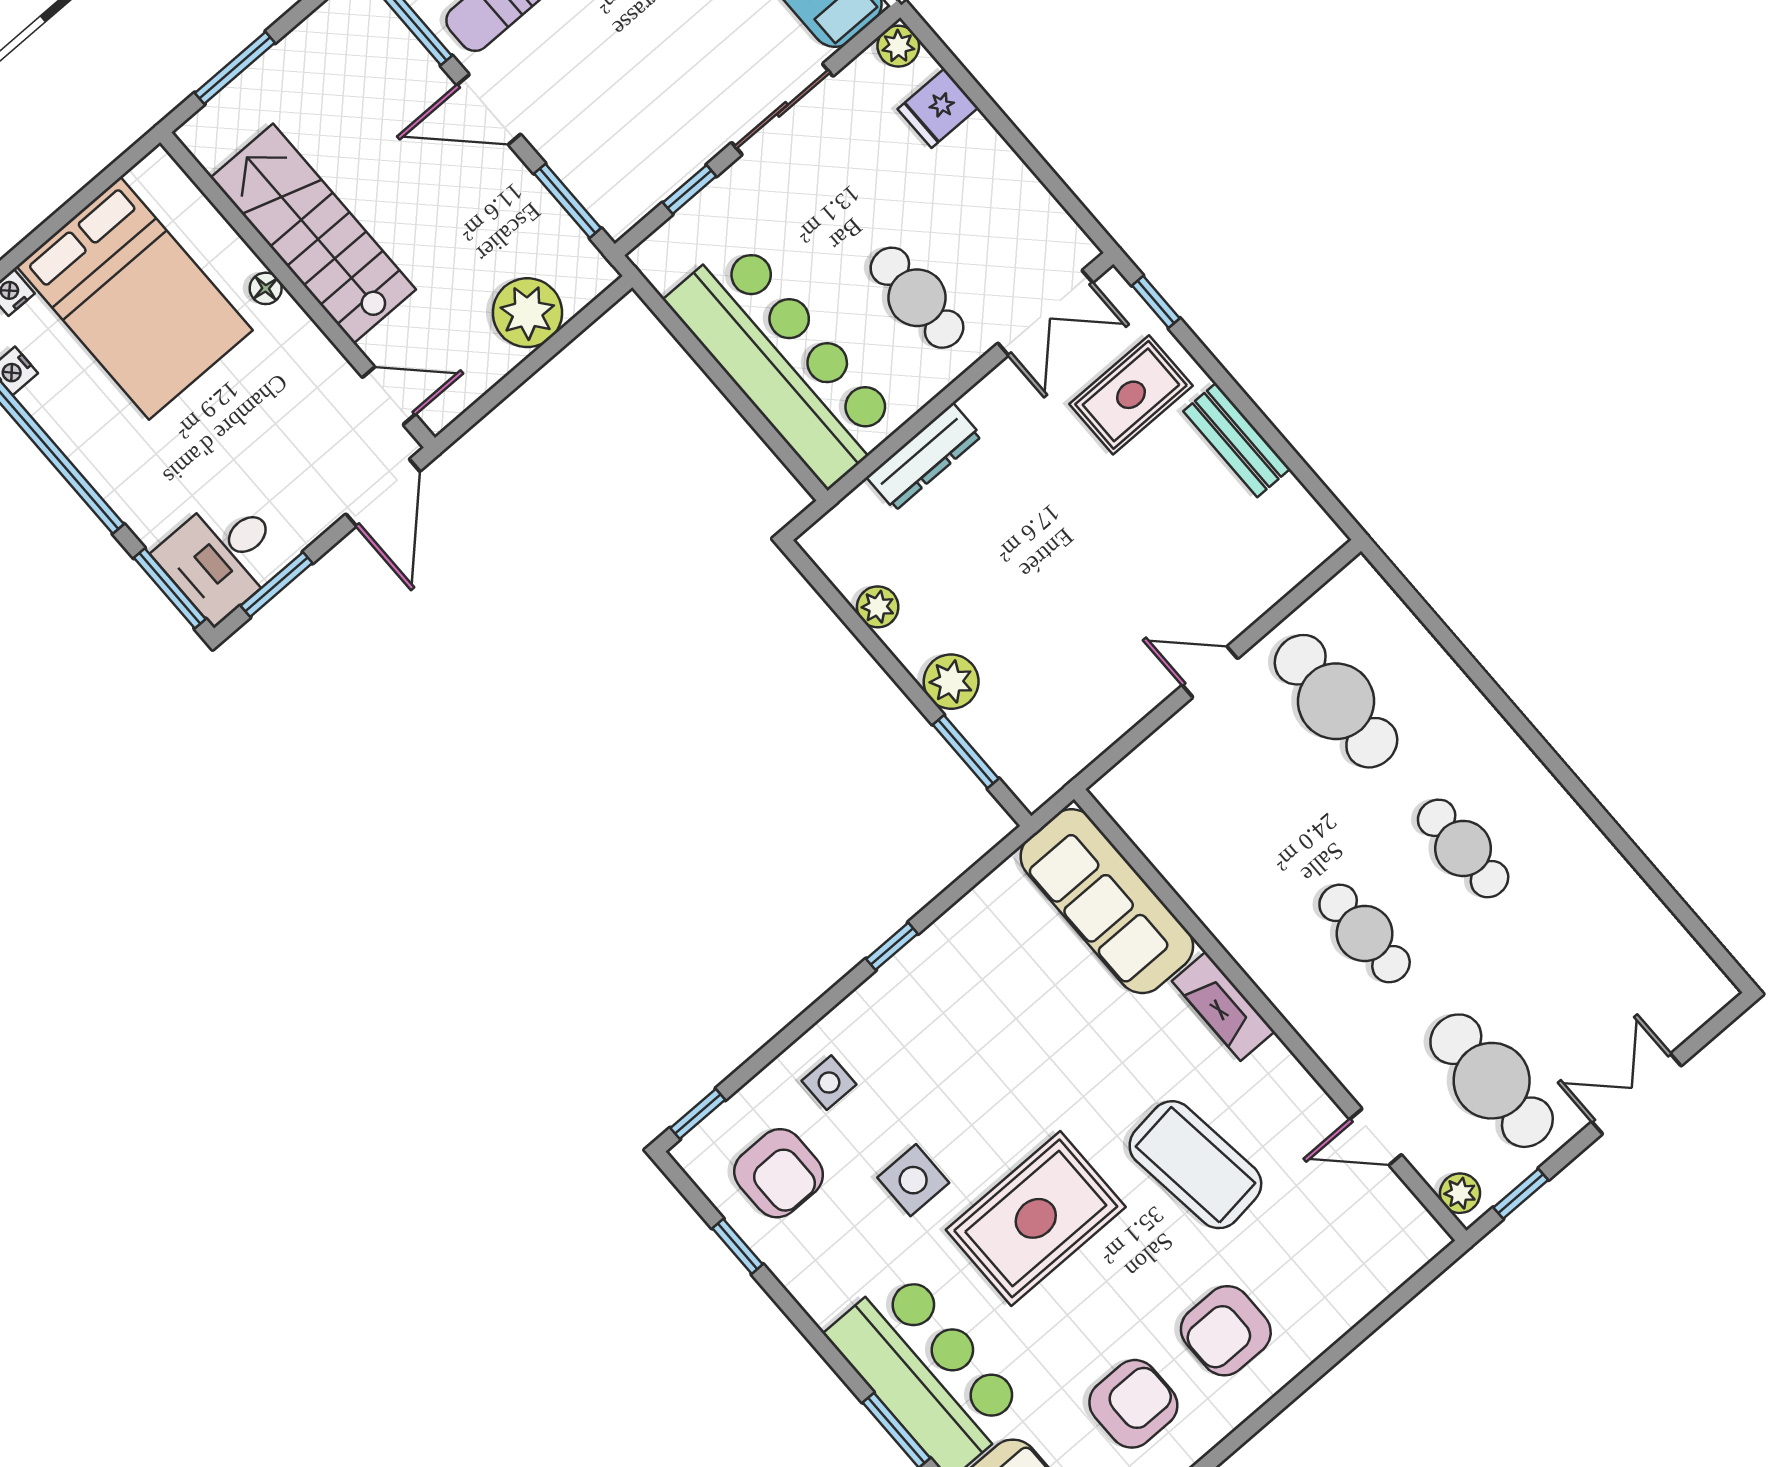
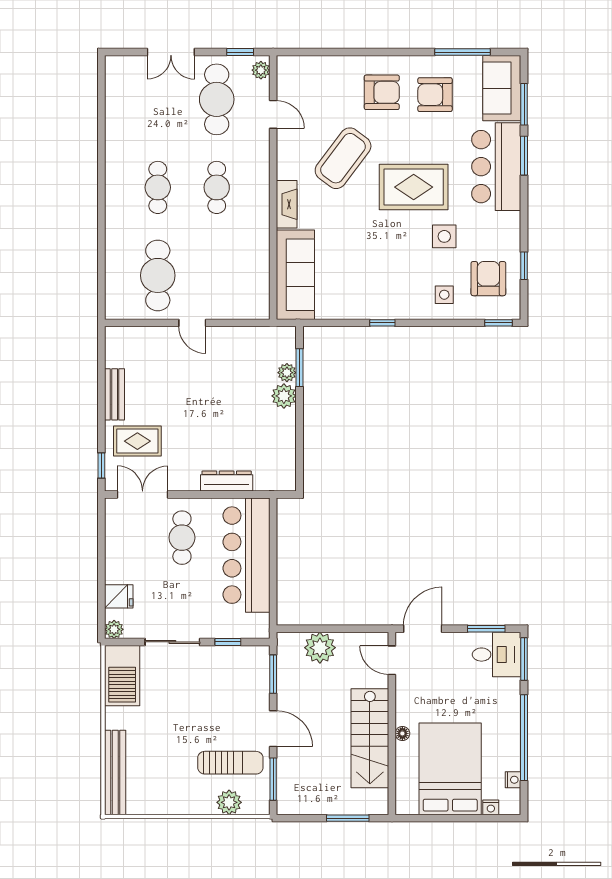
plant: (878, 607) -> (287, 373), moved
coffee table: (1195, 1165) -> (343, 158), turned 44

